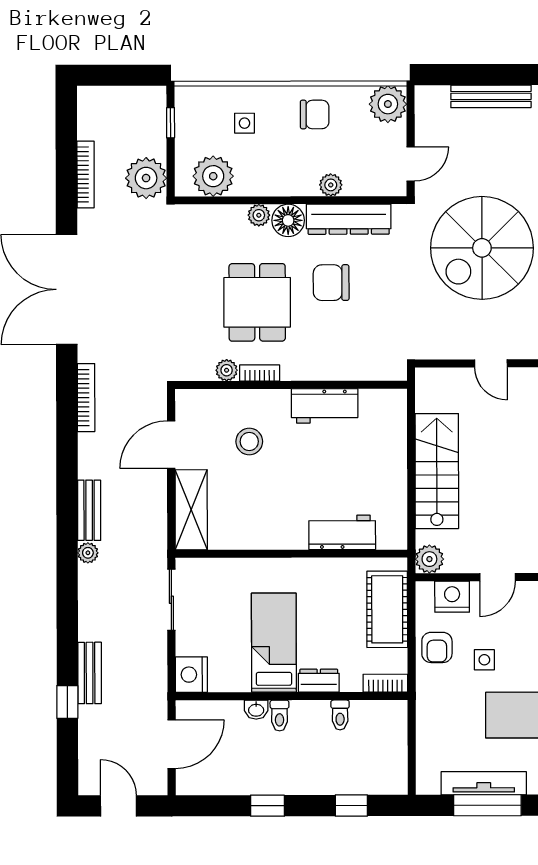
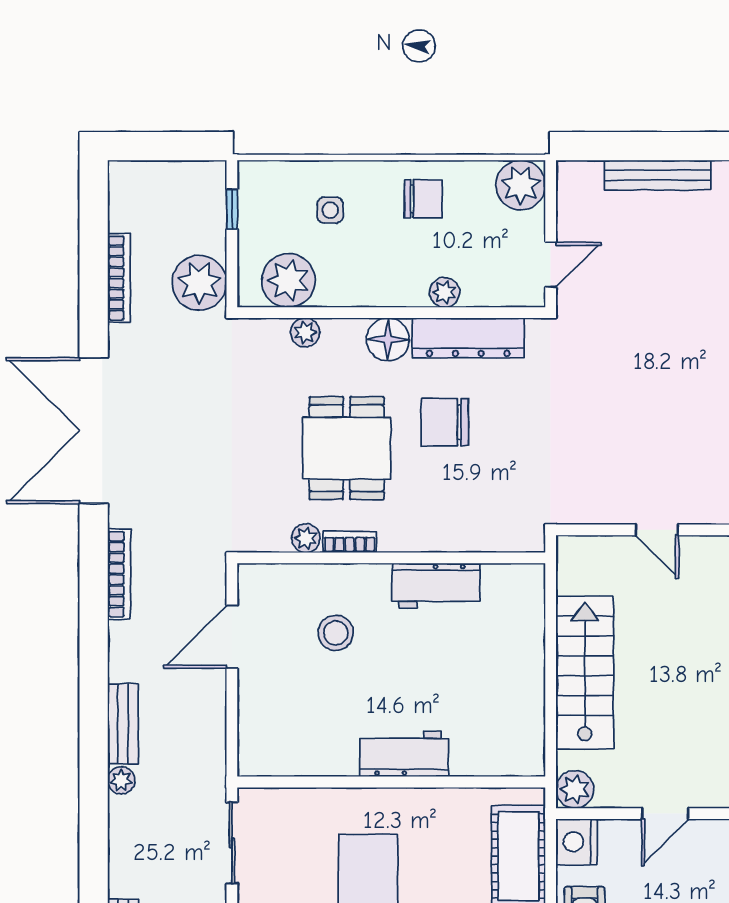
plant: (259, 215) -> (305, 332), moved
spiral stairs: (482, 248) -> (645, 376), removed
shelving: (191, 510) -> (259, 723), removed
workbench: (342, 532) -> (404, 754), moved
nightstand: (452, 597) -> (577, 842), moved, turned -90

